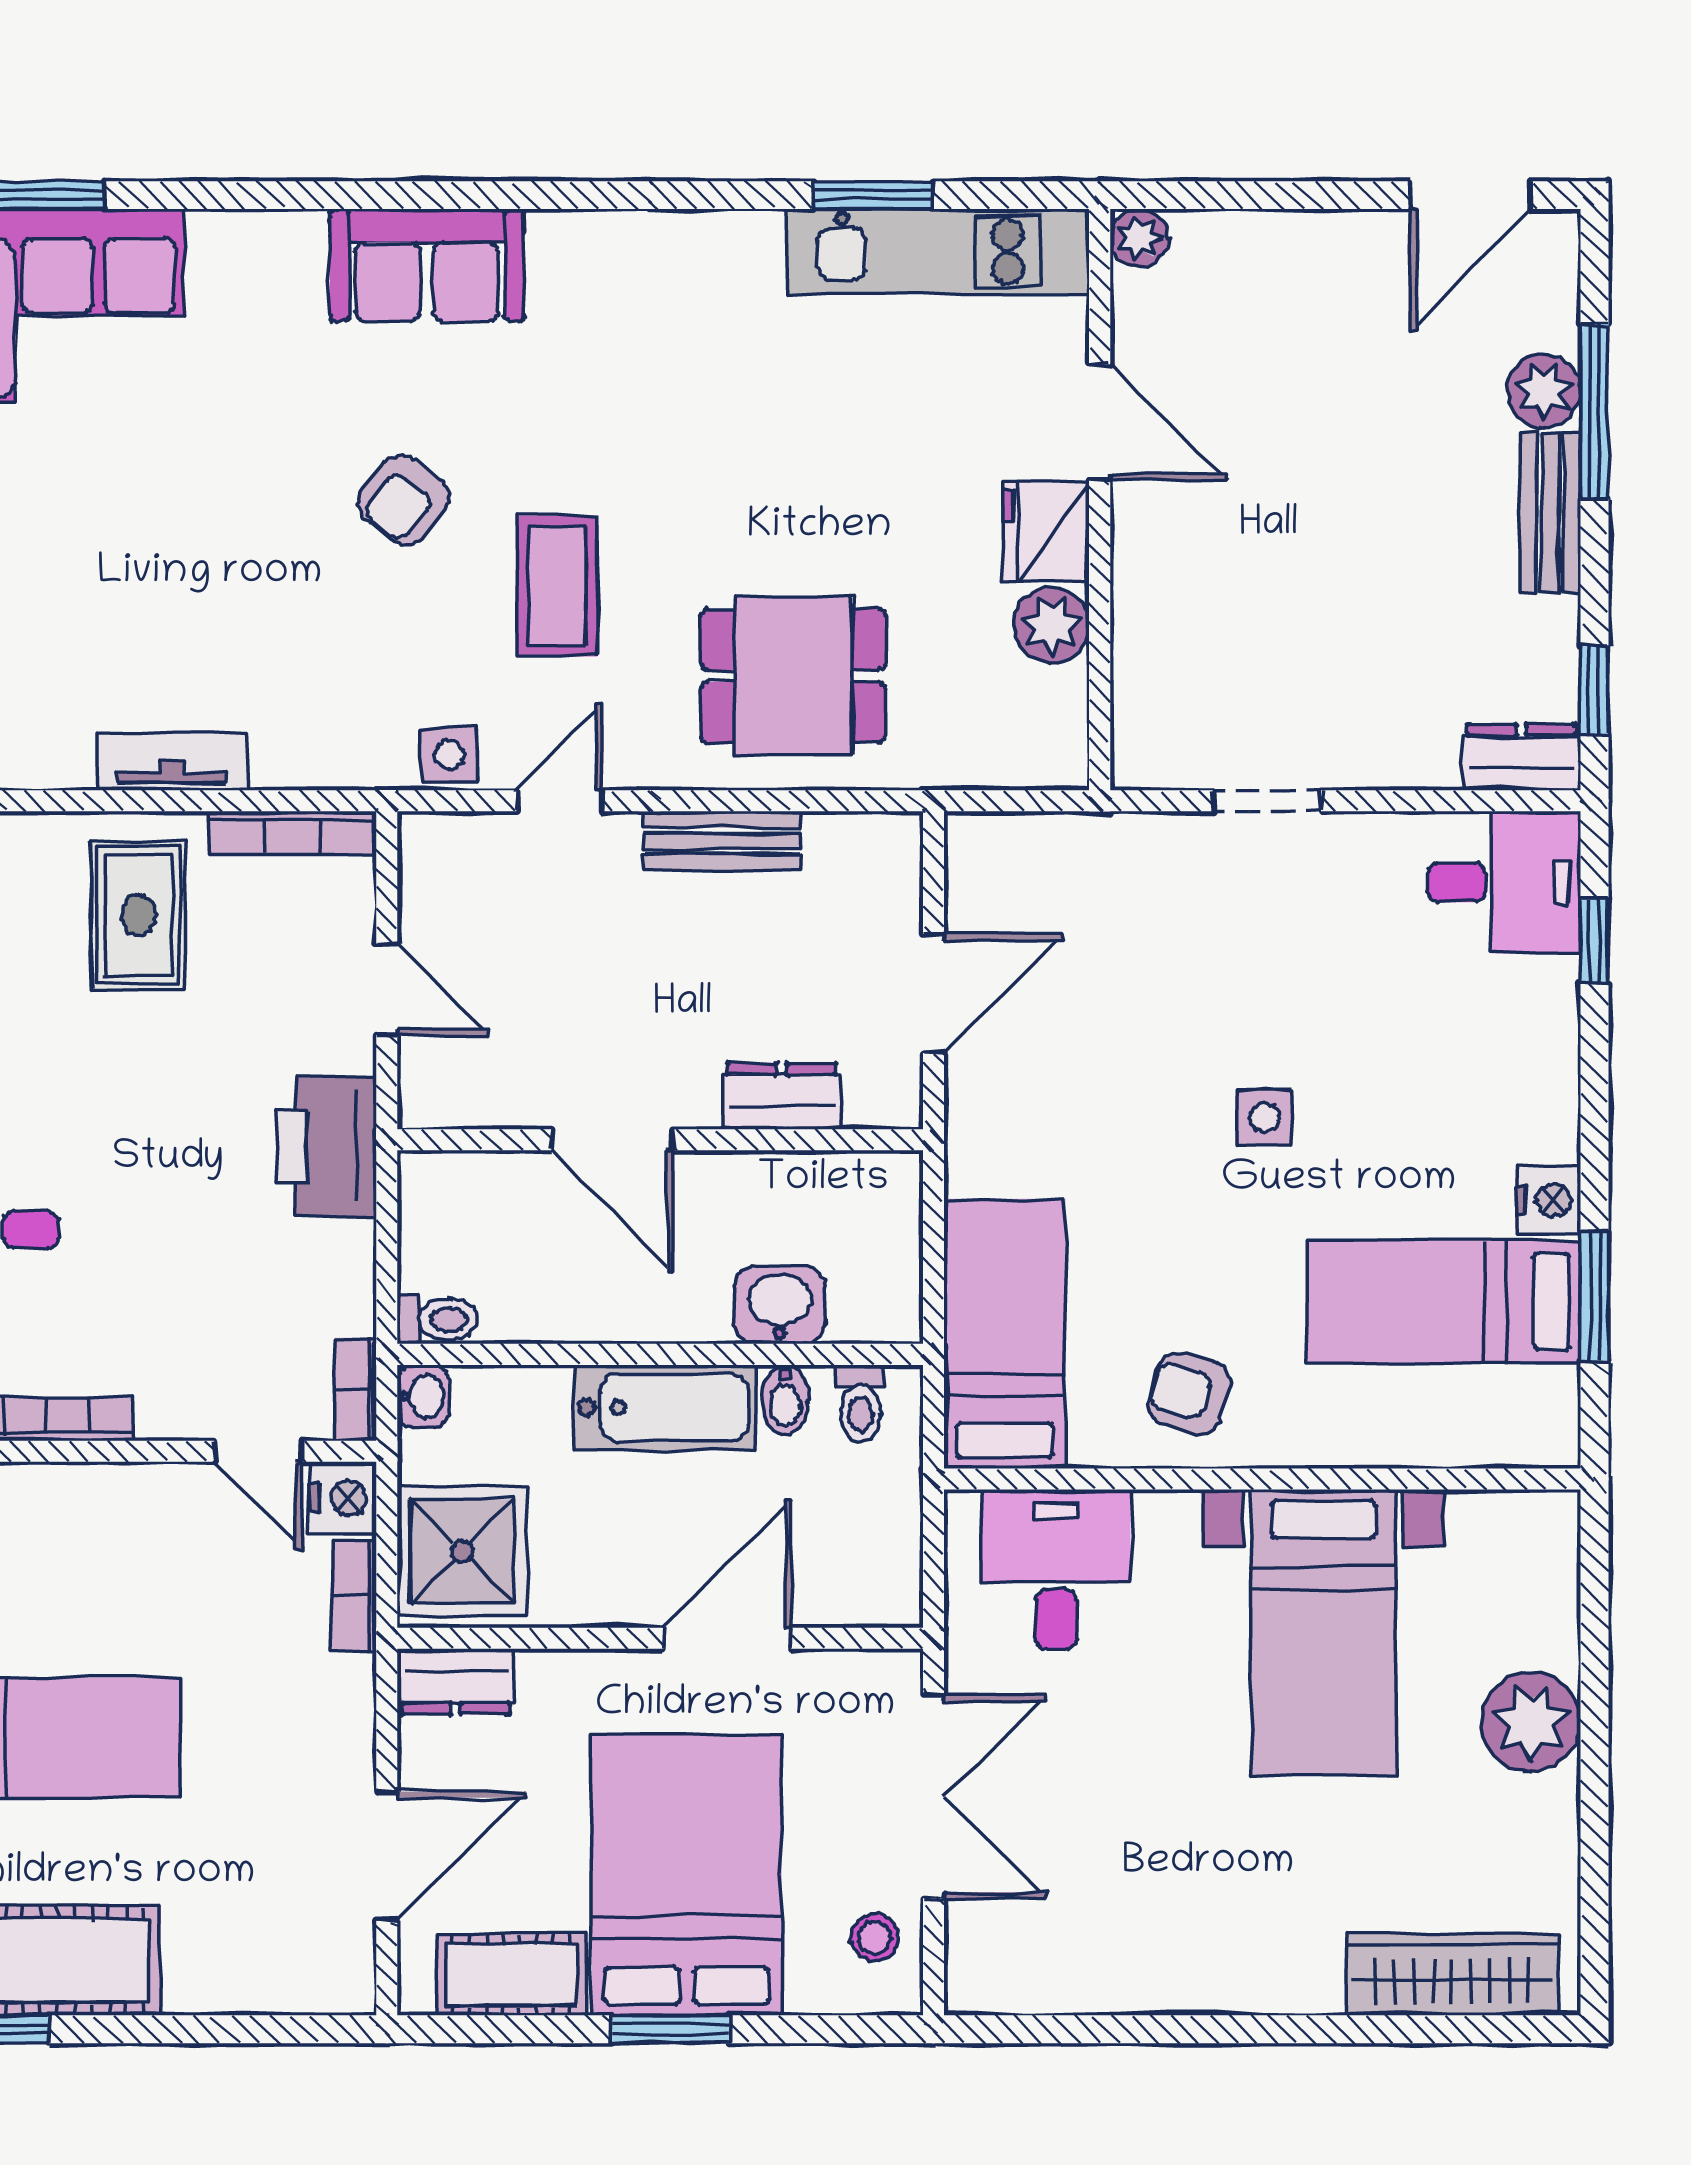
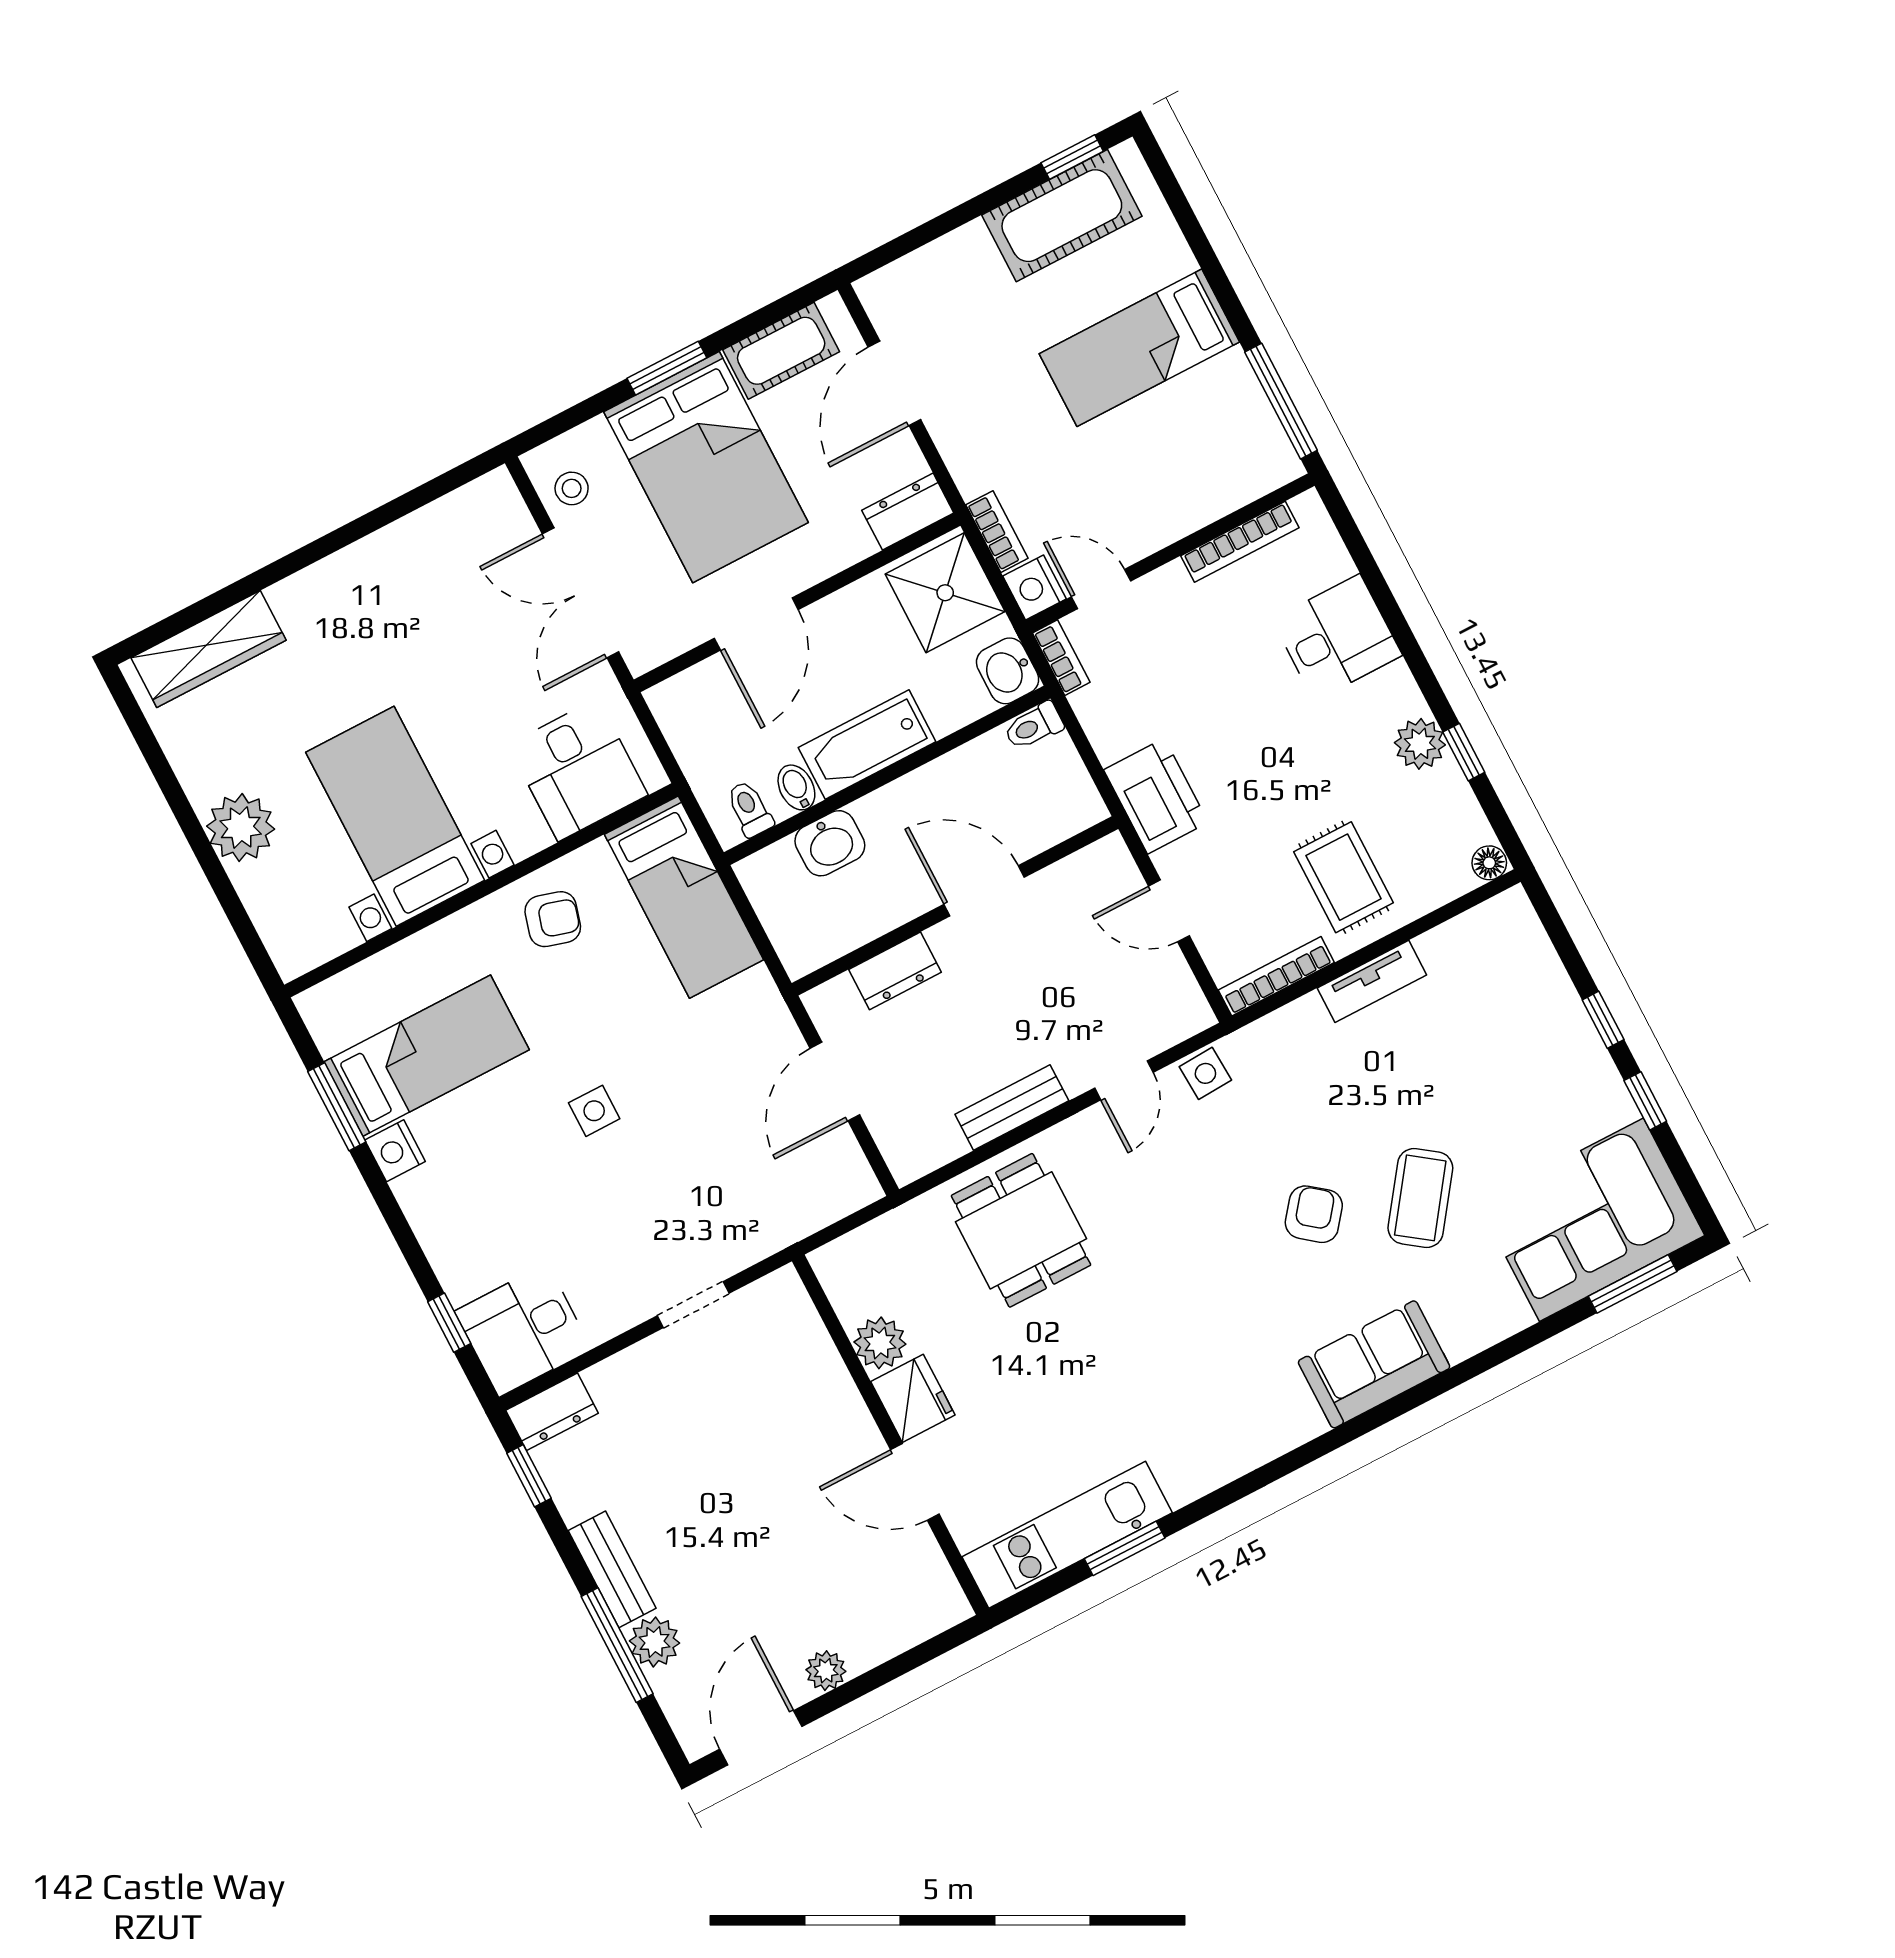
plant: (1139, 238) -> (826, 1671), moved
coffee table: (557, 586) -> (1420, 1198), moved, turned 36
dining table: (793, 676) -> (1021, 1230), turned 90
washbasin: (423, 1396) -> (1008, 671), width x1.38, depth x1.45

